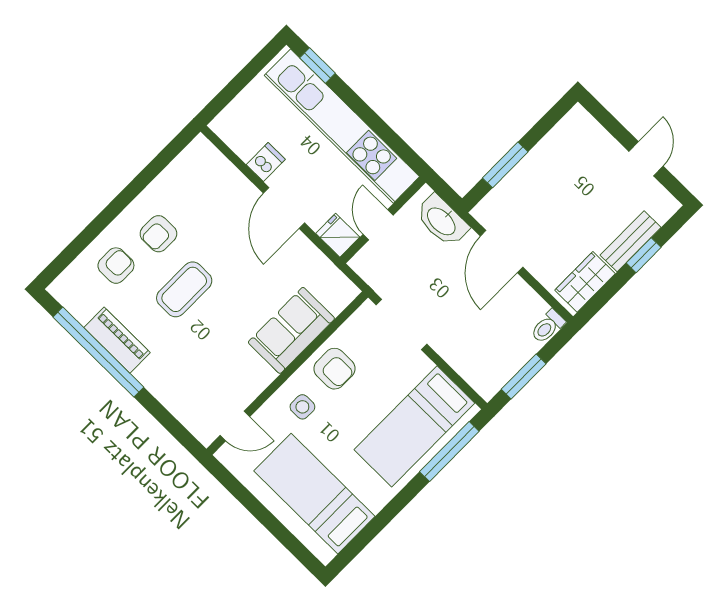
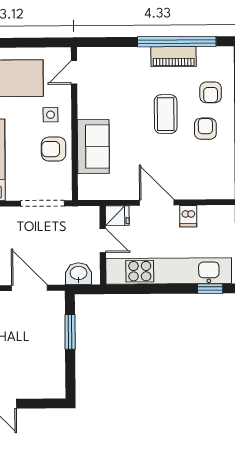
washbasin: (442, 221) -> (79, 274), width x0.72

